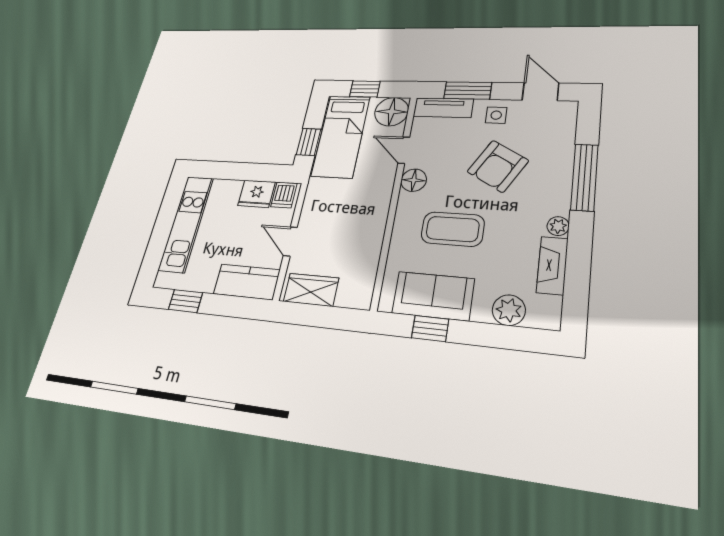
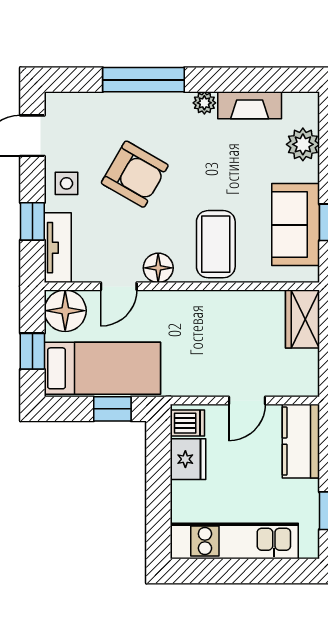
window: (468, 90) -> (32, 221), width x0.67
coffee table: (453, 229) -> (216, 244), moved
wardrobe: (311, 290) -> (303, 319), moved

